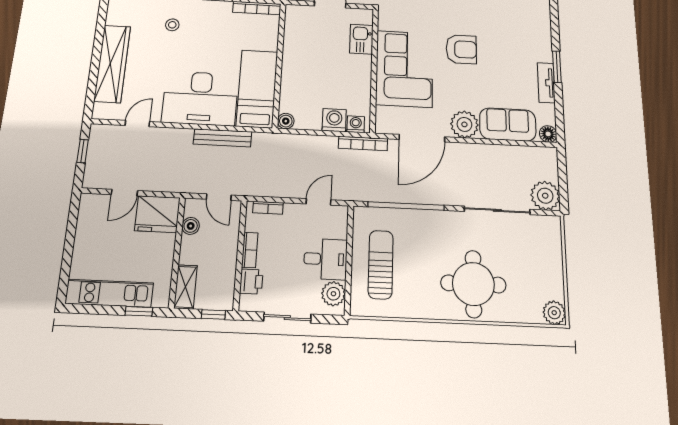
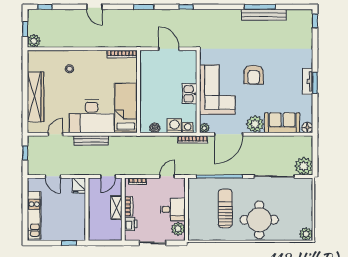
kitchen sink: (361, 39) -> (190, 94), moved
armchair: (461, 49) -> (254, 75), turned 90
tv unit: (546, 83) -> (308, 81), moved
boiler: (286, 121) -> (155, 128), moved
plant: (383, 126) -> (204, 128), added
bench: (222, 138) -> (91, 140), moved
door: (124, 193) -> (53, 176), hinge flipped
door: (219, 197) -> (108, 176), hinge flipped
fridge: (157, 214) -> (79, 185), width x0.53, depth x0.75
boiler: (191, 226) -> (93, 194), removed
sun lounger: (381, 264) -> (225, 209), moved
shelving: (186, 287) -> (116, 208), moved
kitchen unit: (109, 293) -> (34, 215), moved, turned 90
window: (213, 314) -> (111, 243), removed

